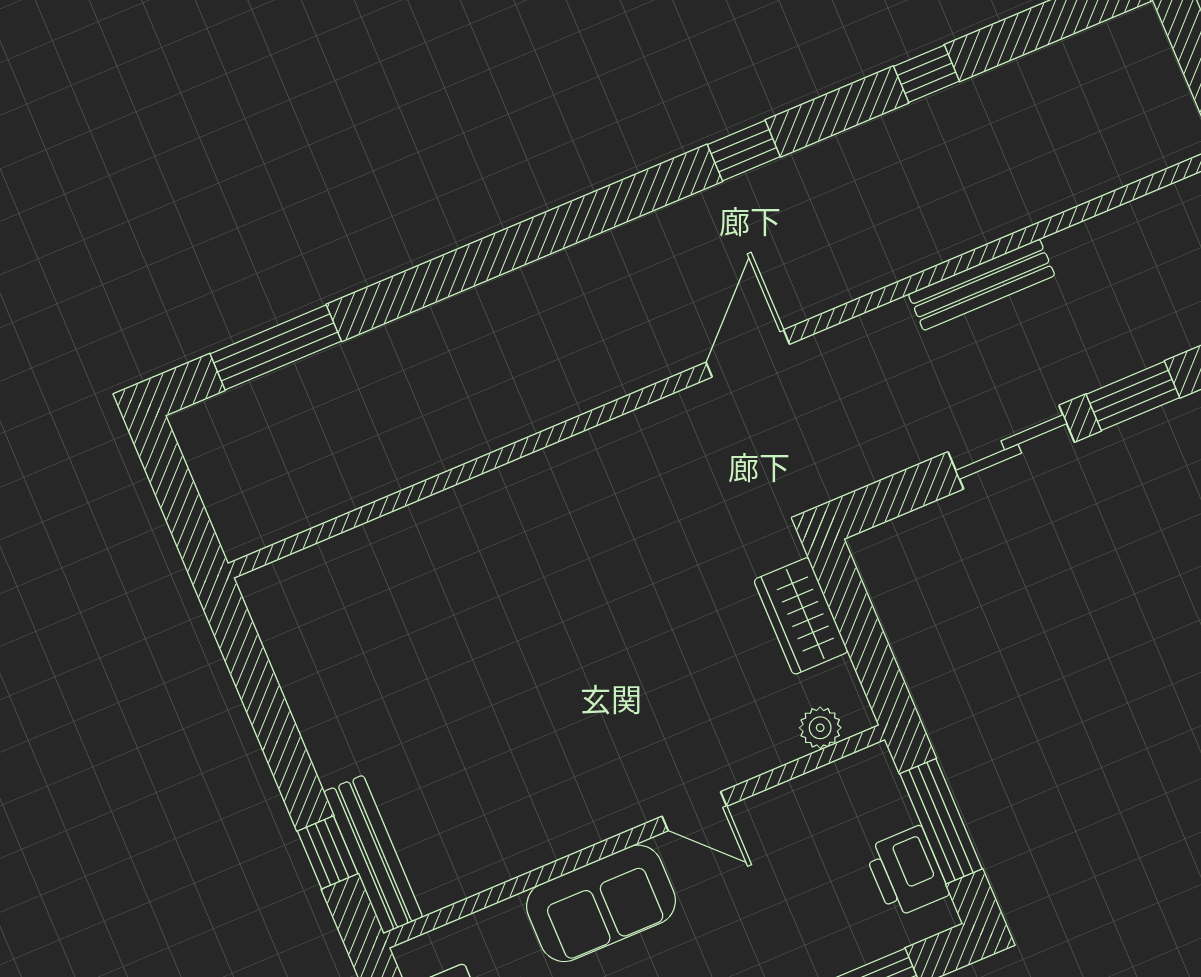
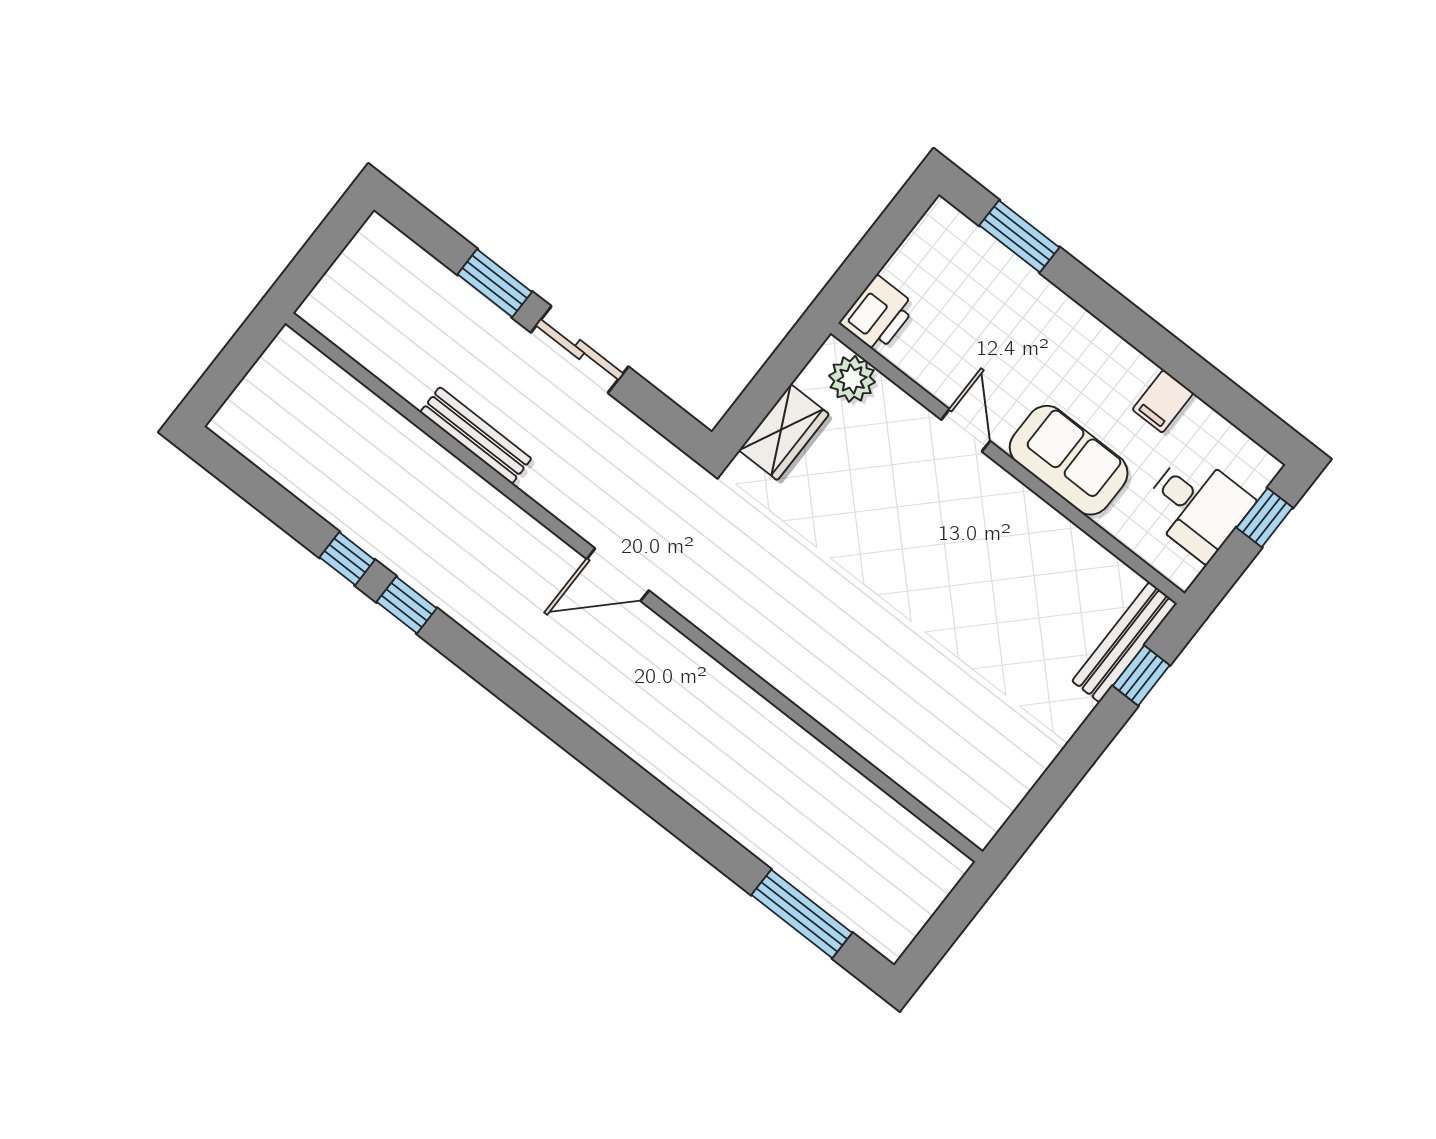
window: (744, 151) -> (407, 605), moved
plant: (820, 728) -> (852, 379), width x1.38, depth x1.38
window: (941, 821) -> (875, 250), removed
printer: (907, 872) -> (878, 314), moved

